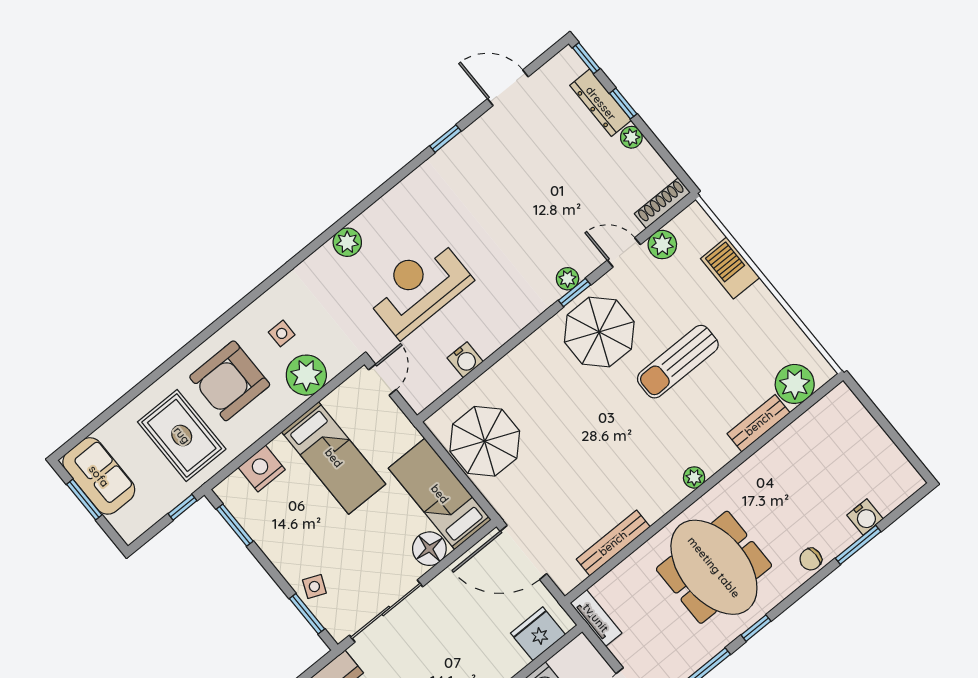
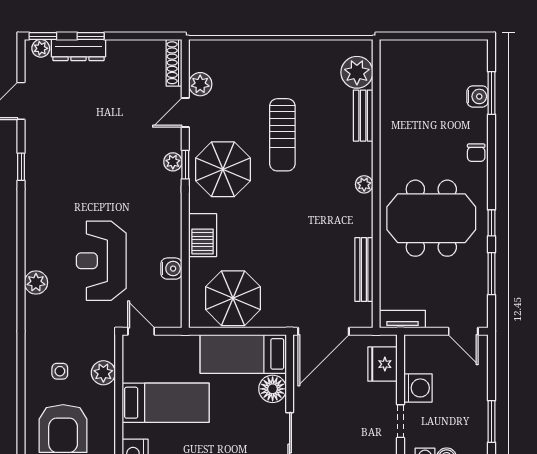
plant: (631, 137) -> (41, 48), moved
barbecue: (730, 268) -> (203, 235), moved, turned -90
plant: (306, 375) -> (103, 373), width x0.73, depth x0.73
window: (858, 545) -> (492, 93), moved

